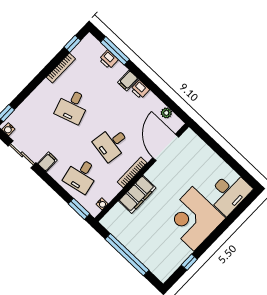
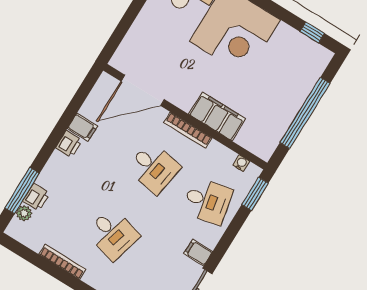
window: (72, 44) -> (25, 253), removed
filing cabinet: (128, 81) -> (82, 127), moved
desk: (72, 106) -> (113, 234), turned 33
plant: (166, 113) -> (24, 213), moved
window: (189, 262) -> (312, 32), moved

